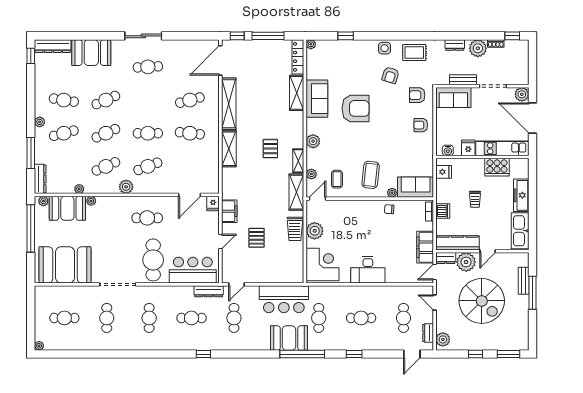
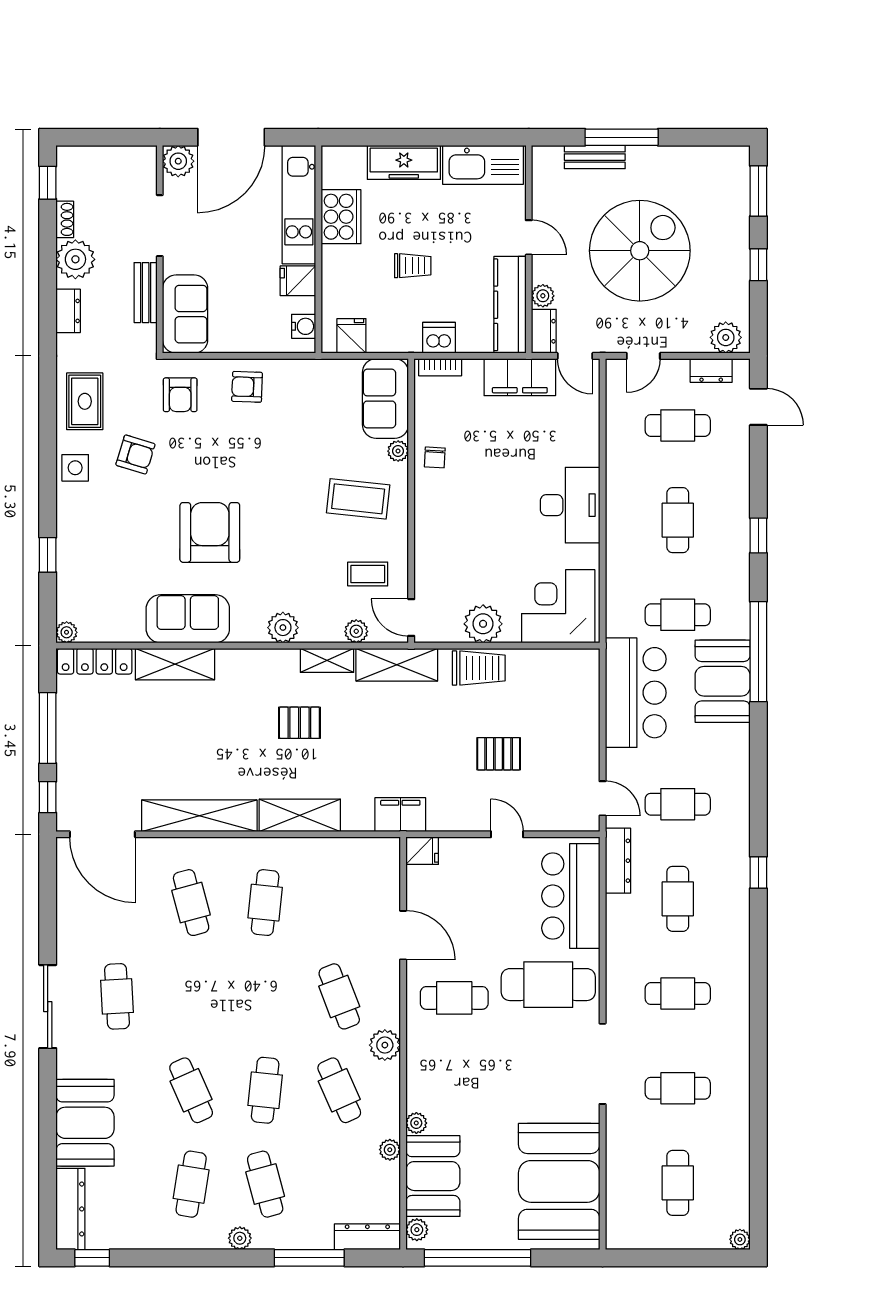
armchair: (421, 125) -> (247, 387), turned 92
cafe table: (106, 133) -> (265, 1090), turned 30
cafe table: (148, 133) -> (265, 996), removed
door: (189, 195) -> (403, 935), moved
filing cabinet: (229, 211) -> (400, 815), moved
cafe table: (147, 218) -> (454, 998), turned 90
plant: (466, 262) -> (543, 296), width x0.53, depth x0.53

